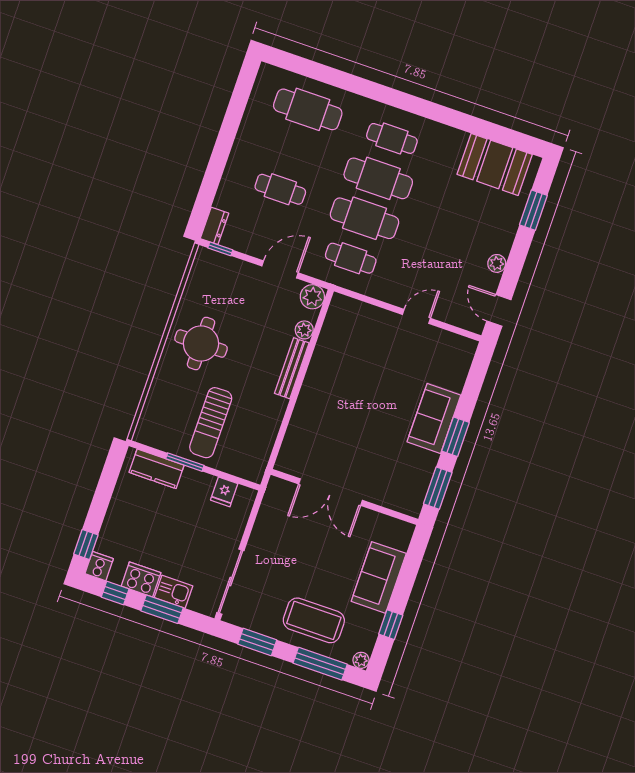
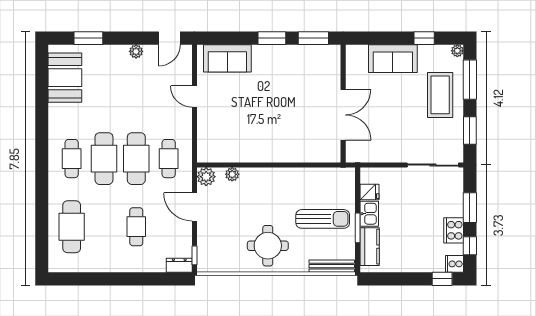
bench: (292, 368) -> (332, 266), moved
sofa: (434, 419) -> (227, 58), moved
kitchen sink: (174, 592) -> (369, 214), moved, turned 180

